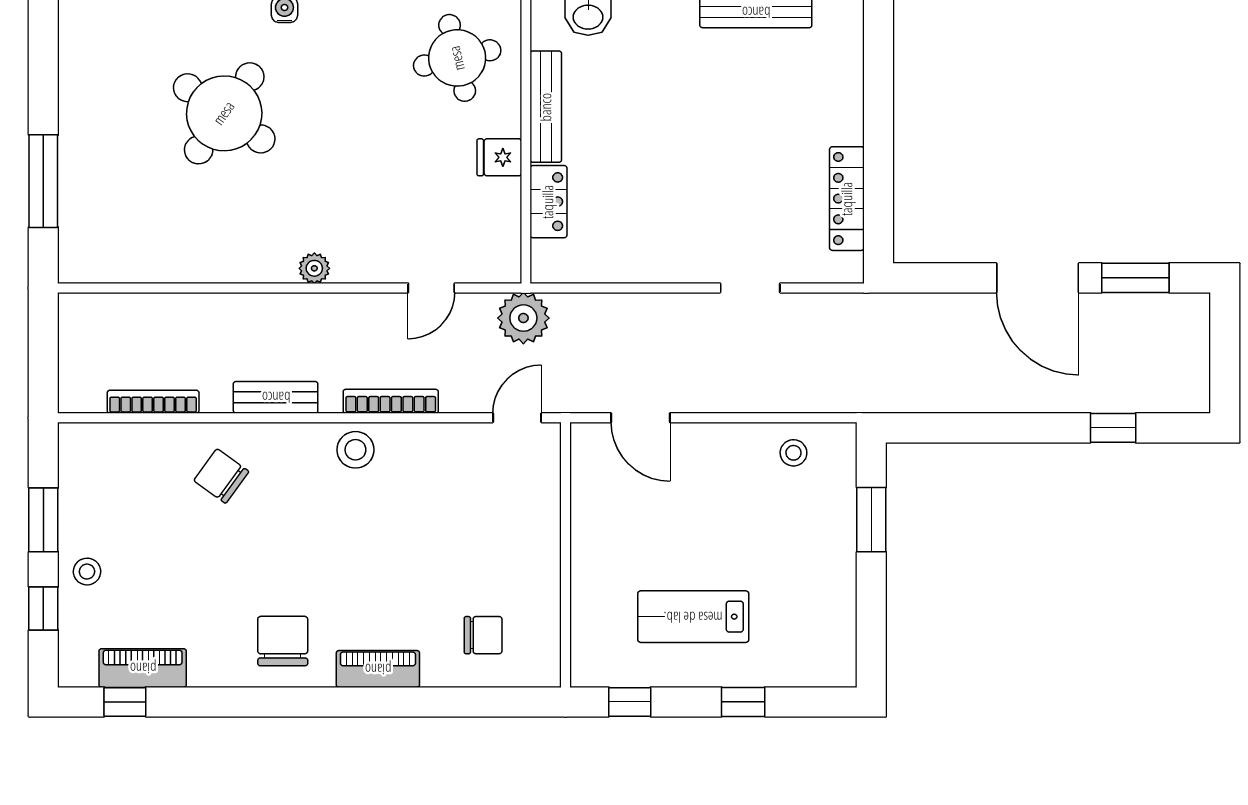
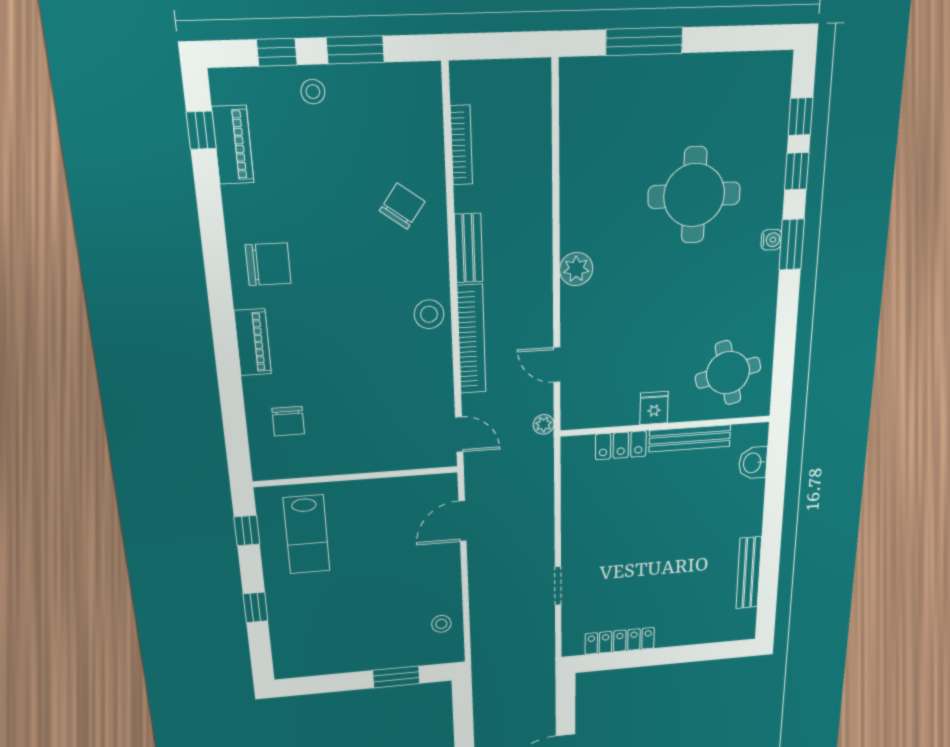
round table: (224, 113) -> (694, 195), turned -35
plant: (314, 268) -> (576, 269), width x1.38, depth x1.38
plant: (523, 318) -> (544, 424), width x0.53, depth x0.53
bookcase: (391, 401) -> (471, 339), width x1.48, depth x1.31
lab bench: (693, 617) -> (307, 534), moved, turned 180

